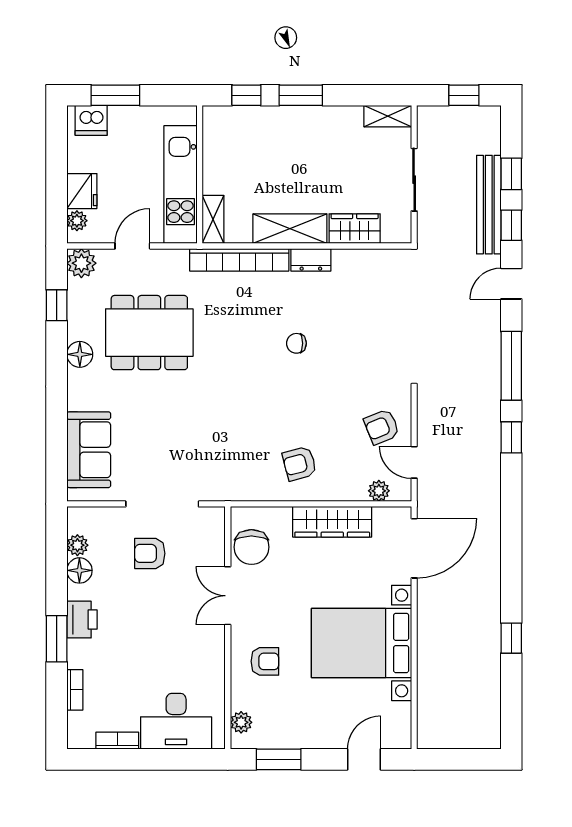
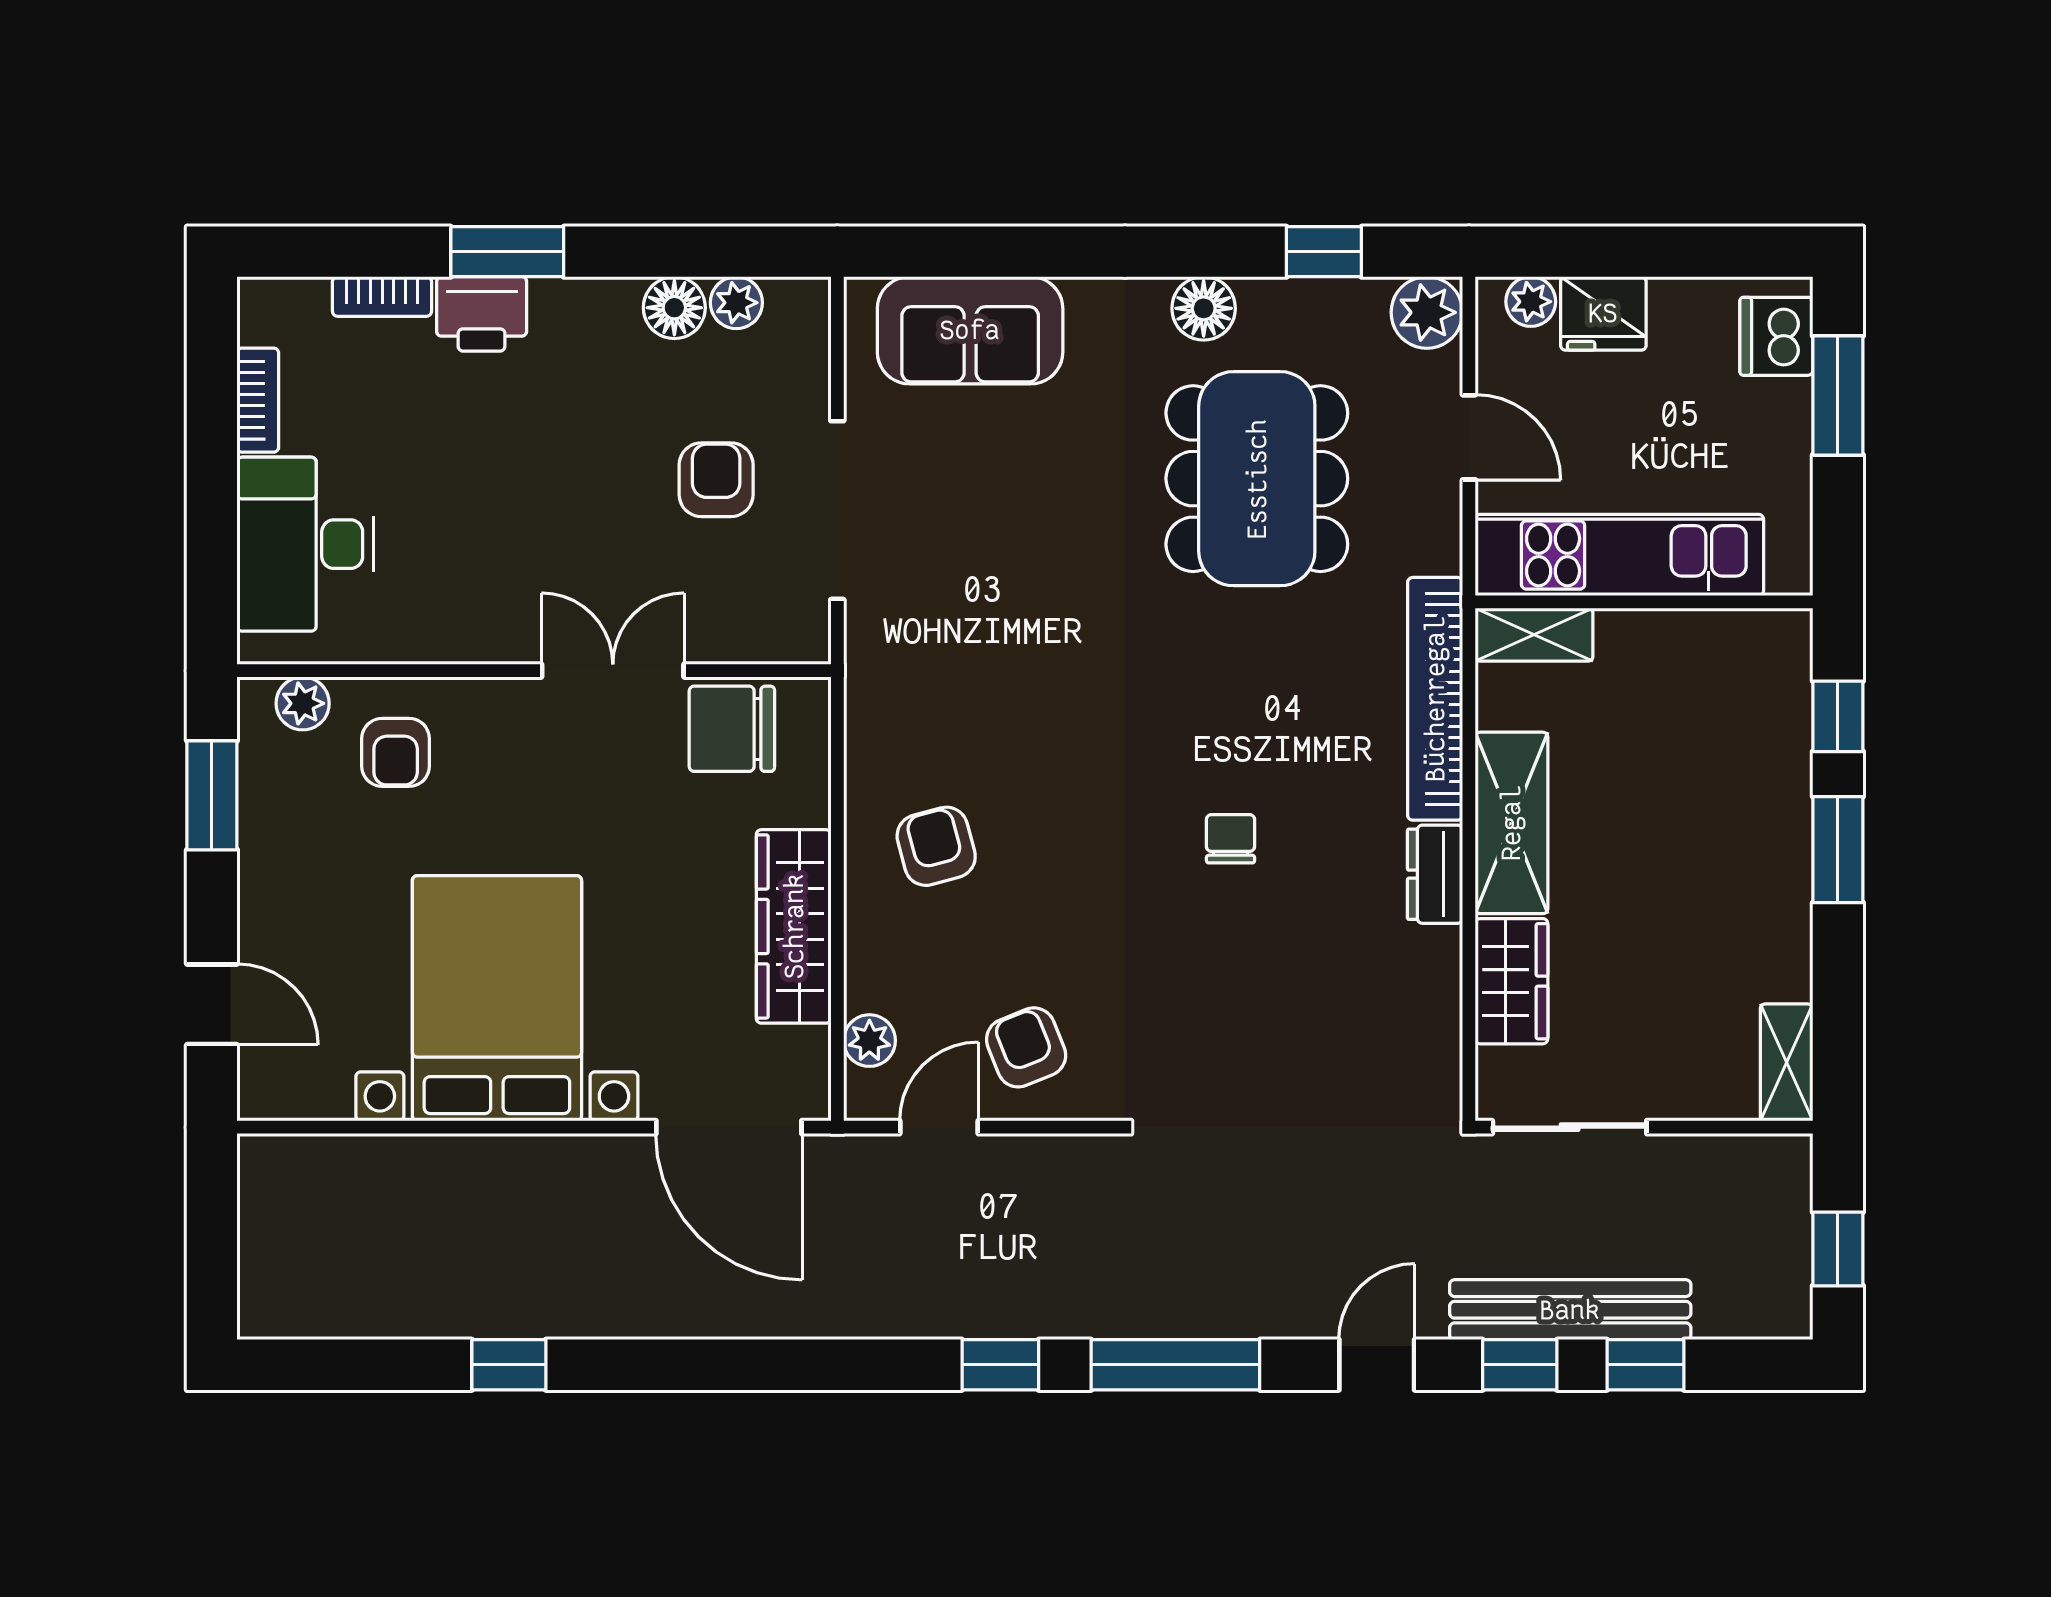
sliding door: (414, 180) -> (1570, 1127), moved
door: (511, 284) -> (1377, 1365), hinge flipped
printer: (82, 620) -> (482, 314), moved
armchair: (265, 661) -> (396, 752), moved

